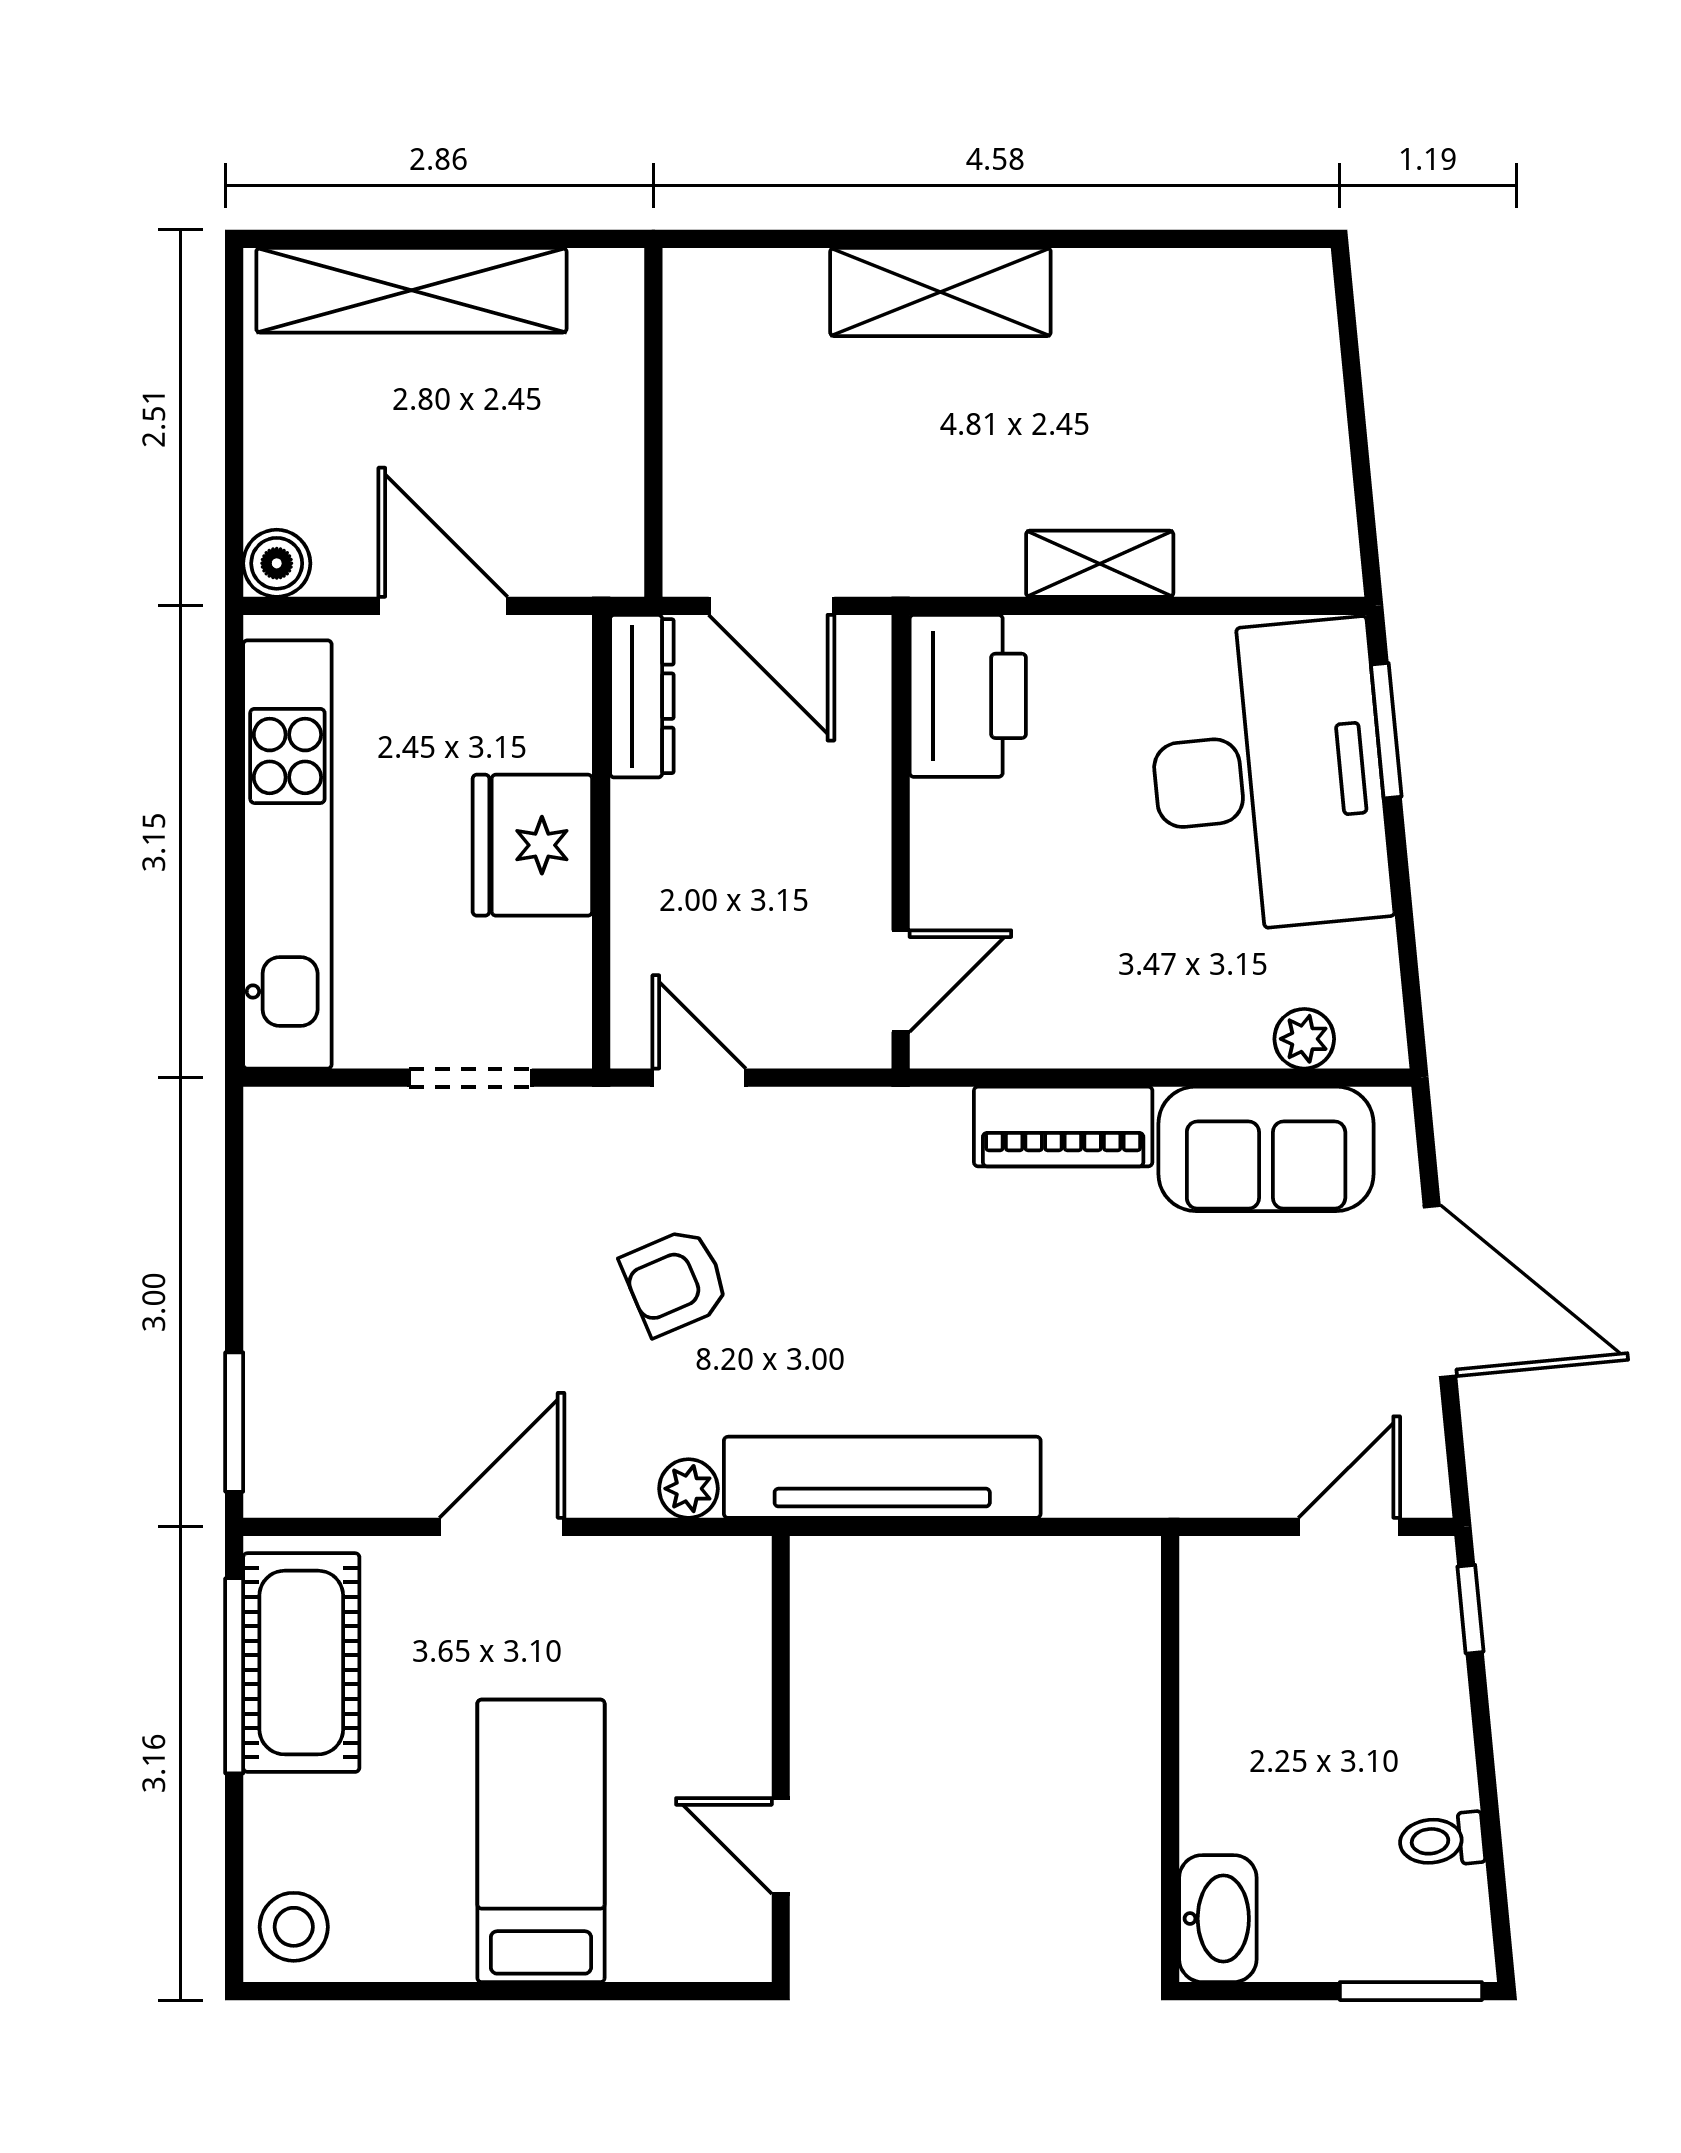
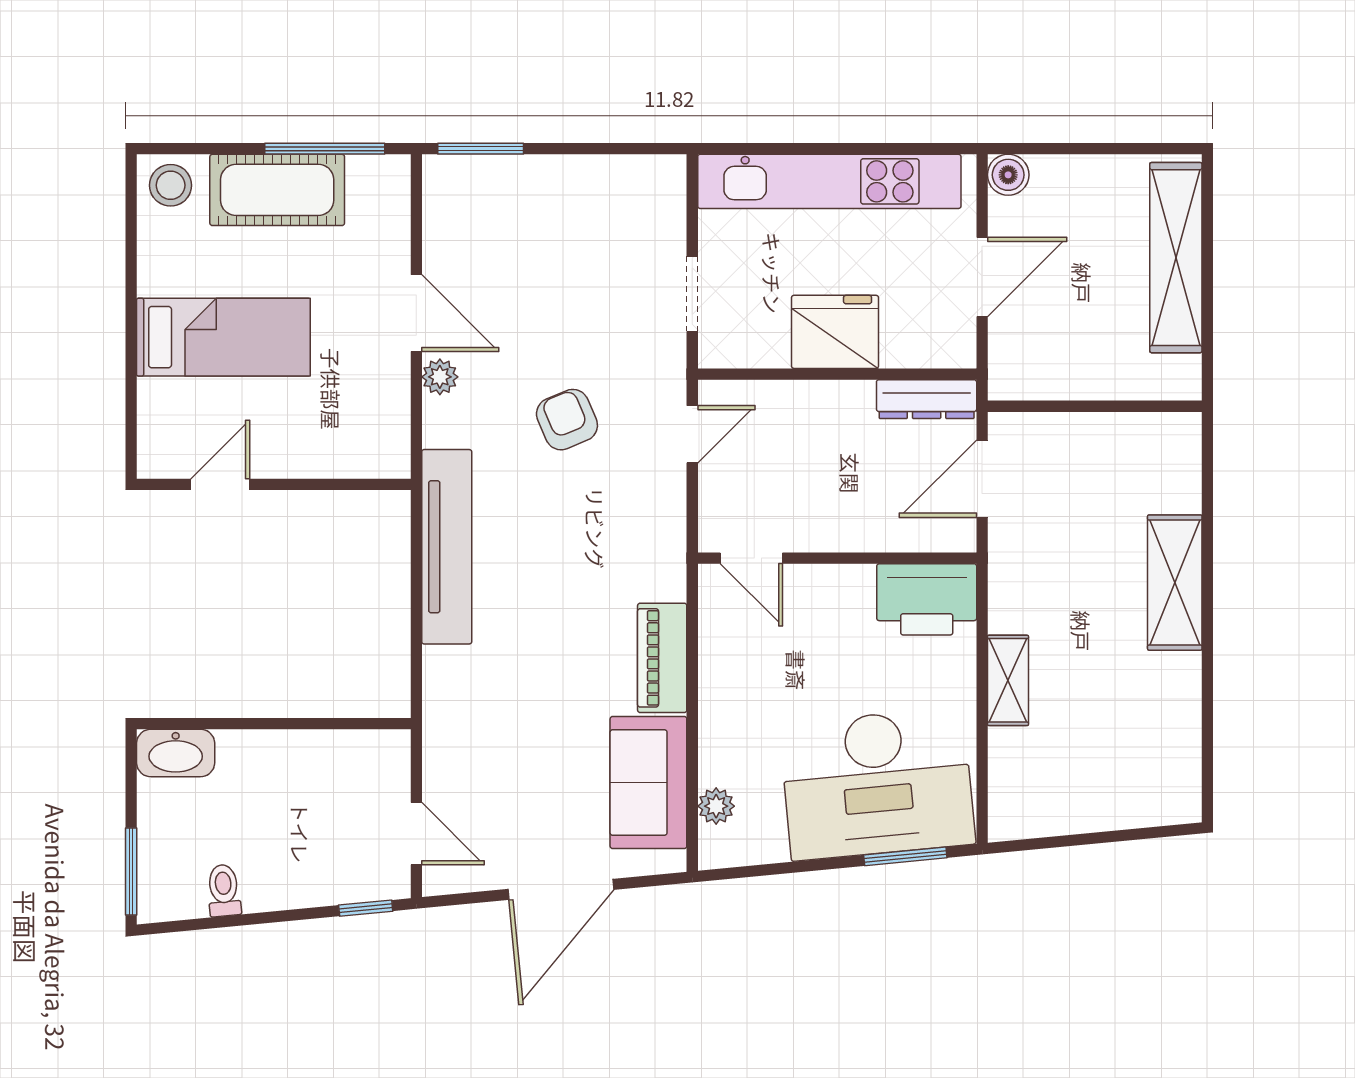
plant: (689, 1489) -> (440, 377), moved
cot: (301, 1663) -> (277, 190), moved

